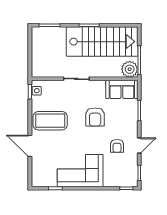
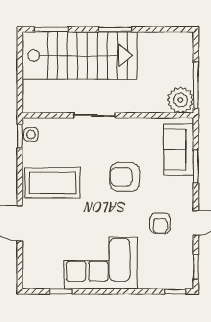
stairs: (102, 42) -> (80, 56), moved
sofa: (122, 89) -> (179, 149), moved, turned 90
armchair: (95, 117) -> (125, 177), turned 90

